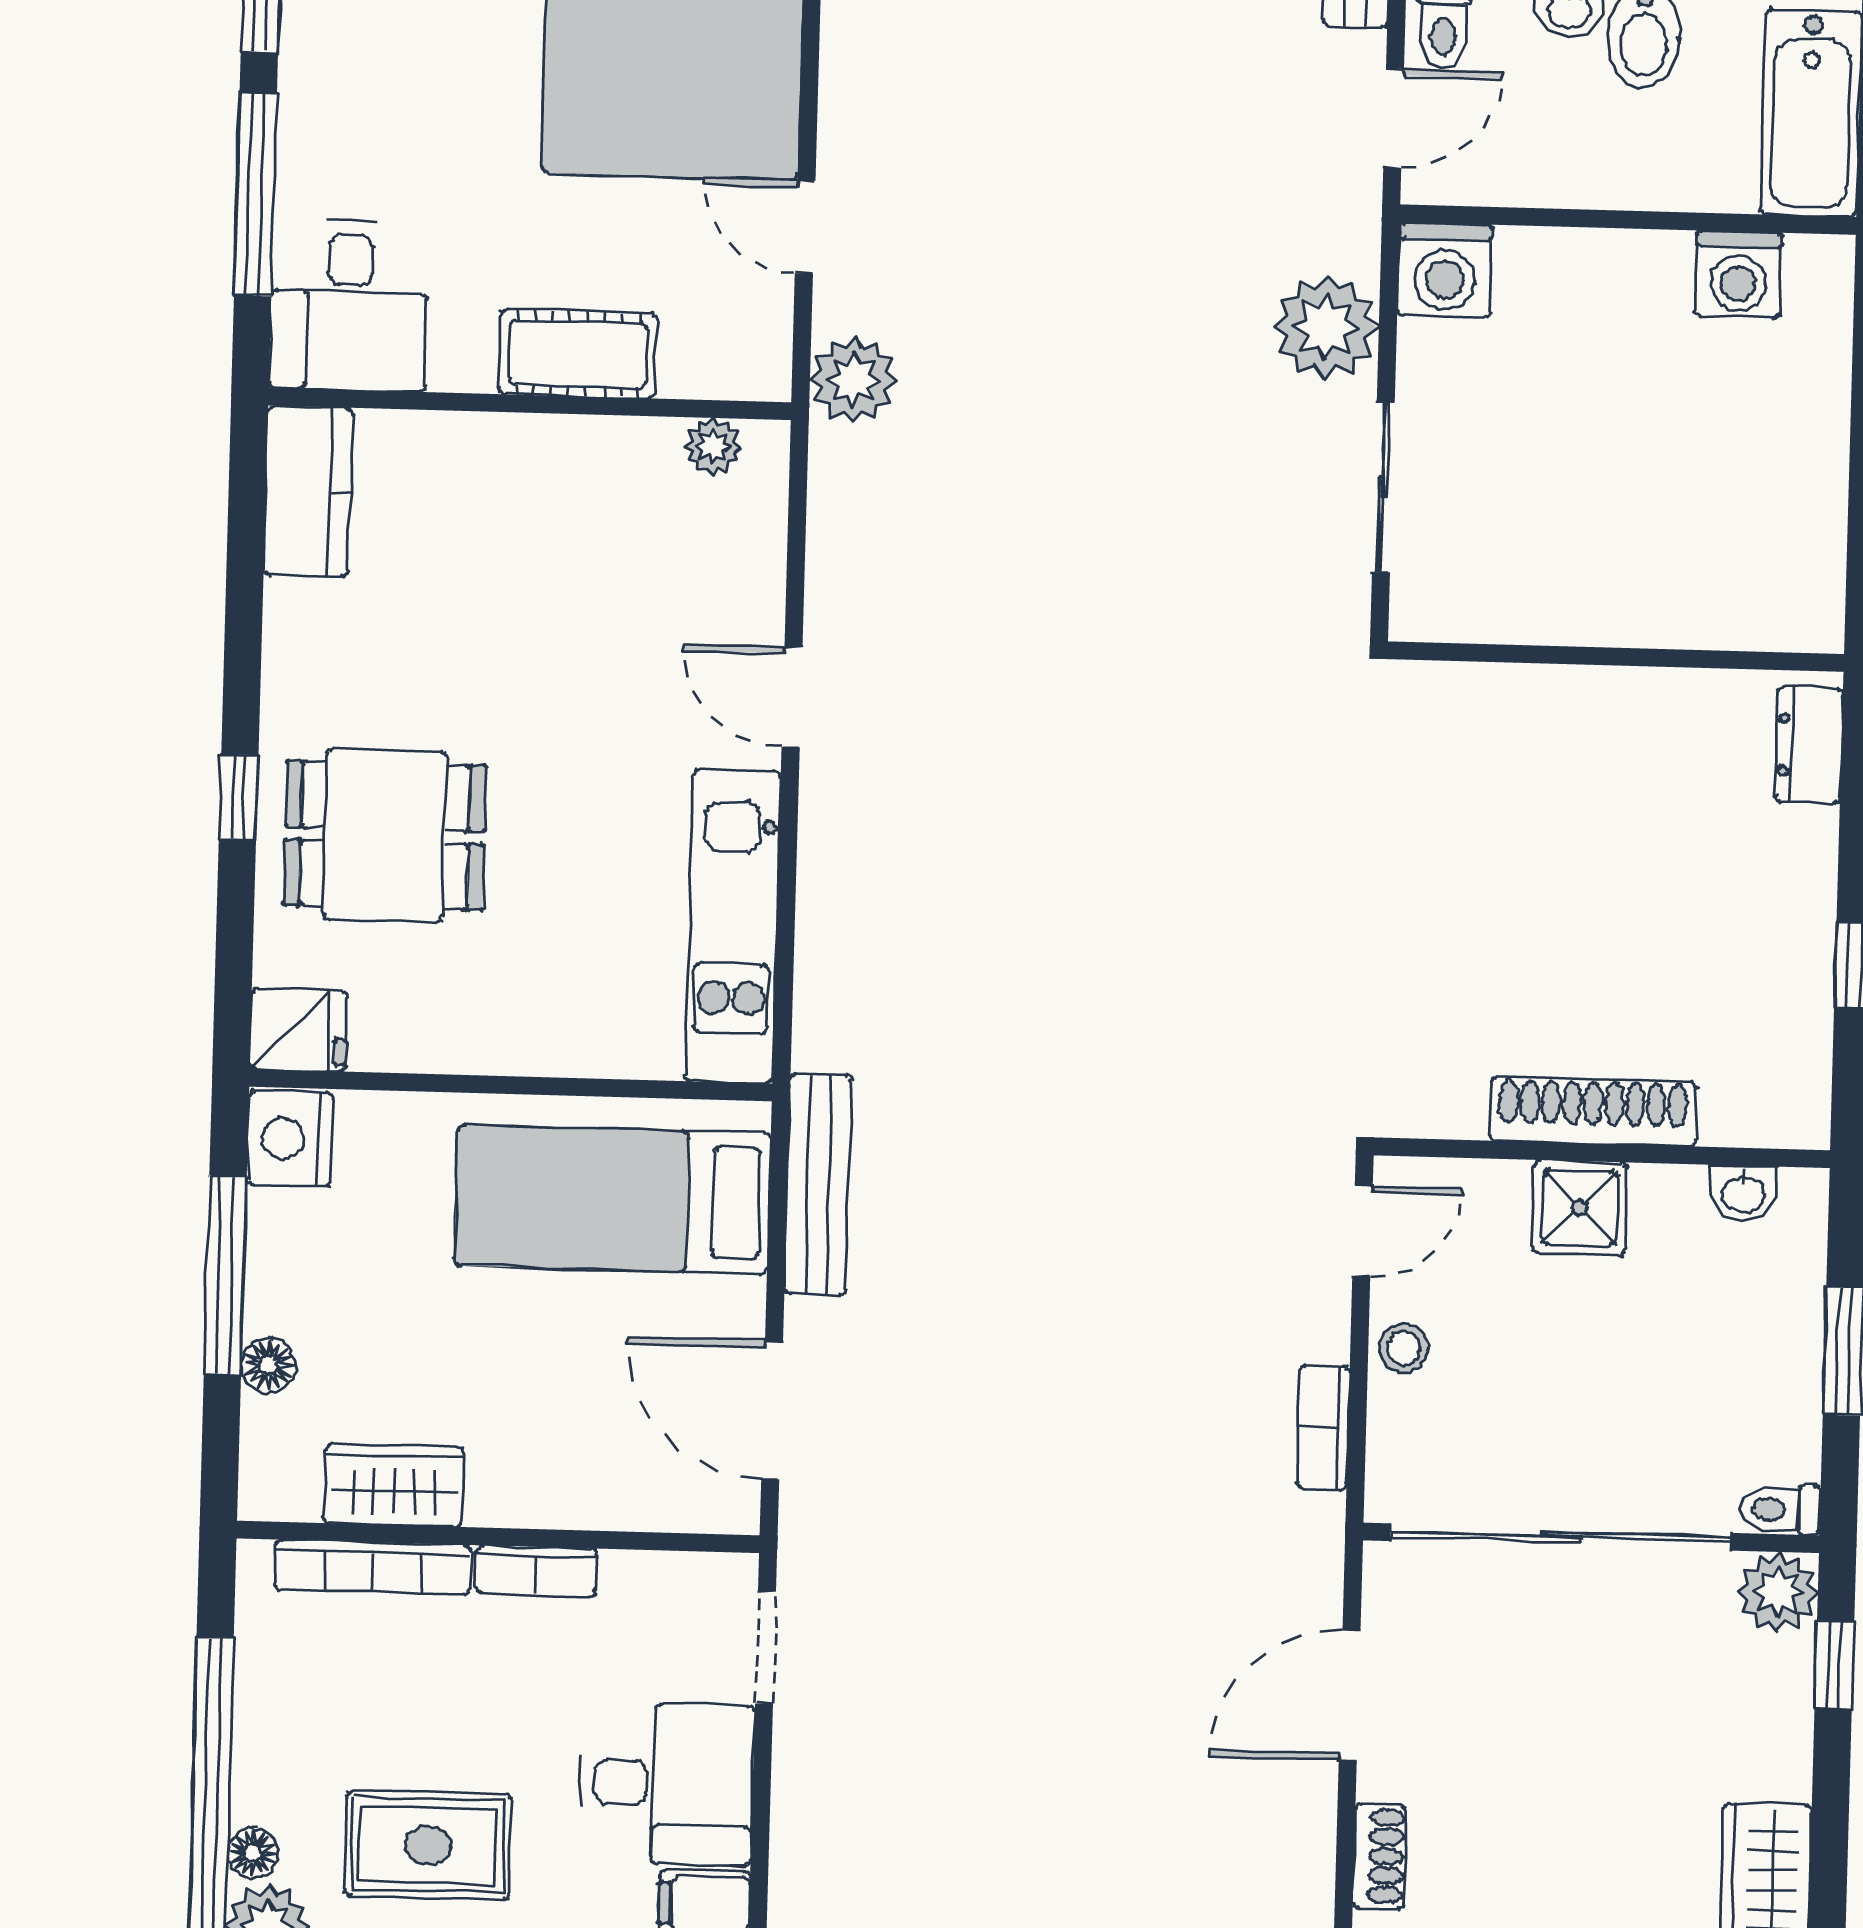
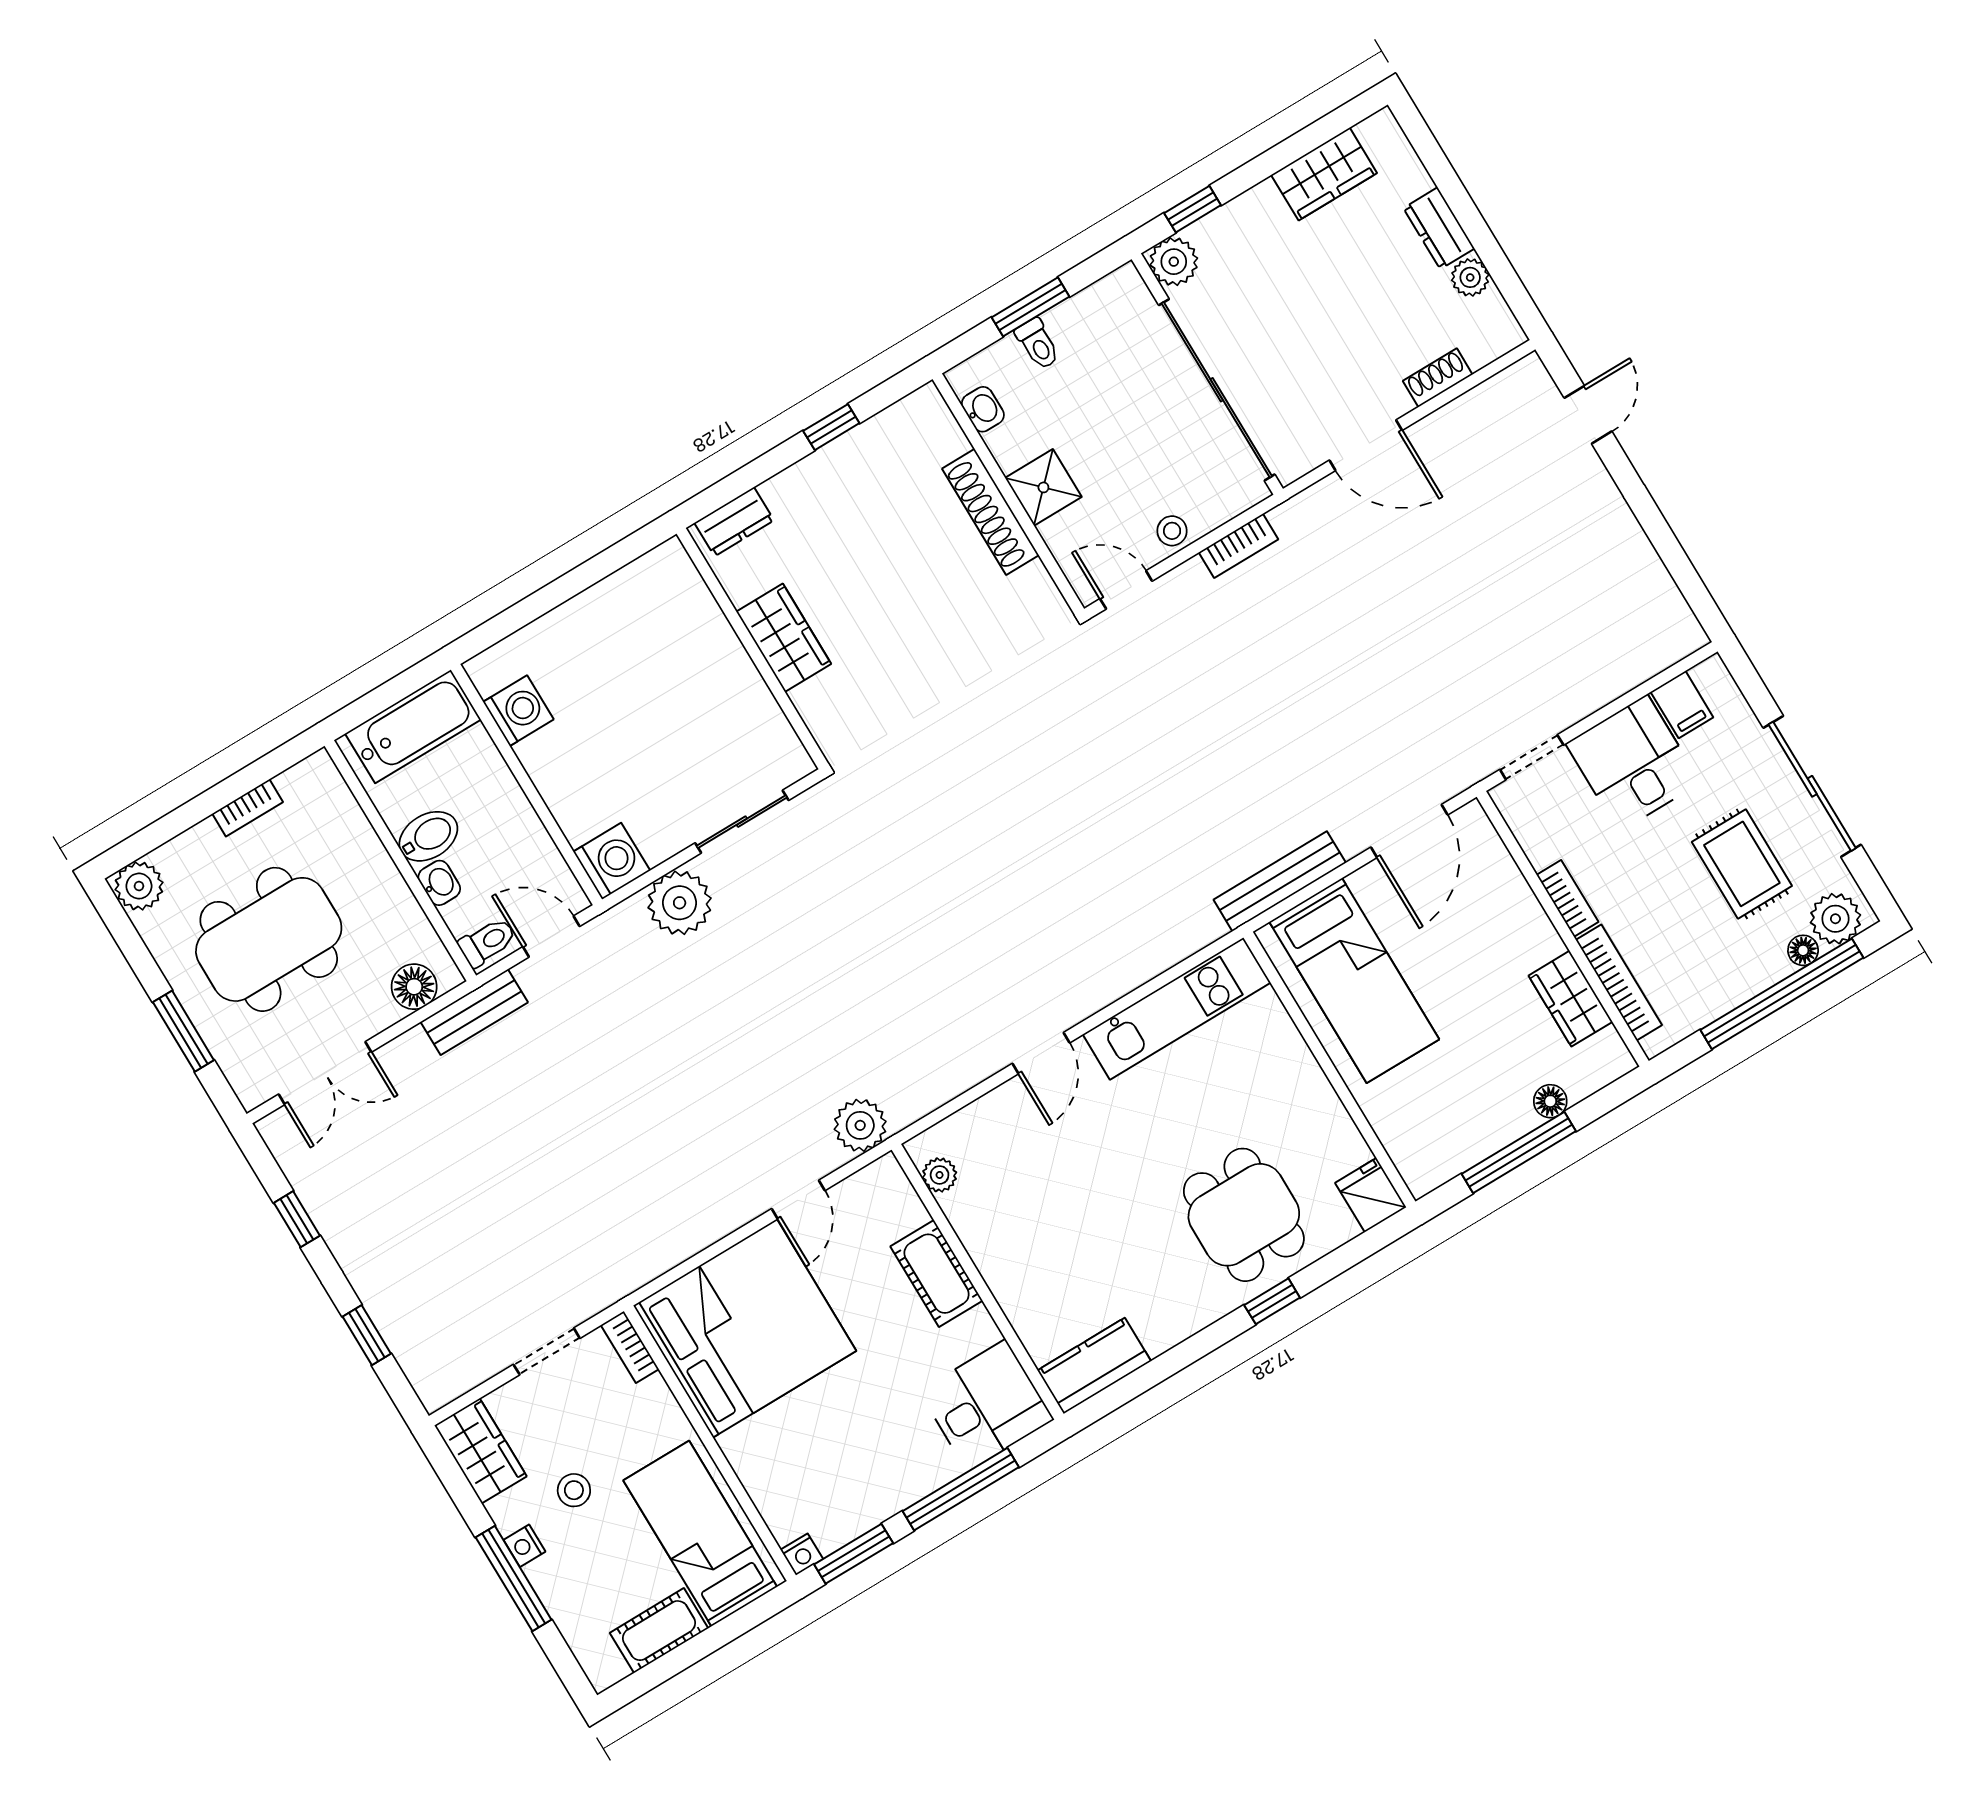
wardrobe: (1603, 710) -> (784, 638), added
nightstand: (290, 1138) -> (1428, 1164), removed
toilet: (1780, 1510) -> (1038, 344), moved

